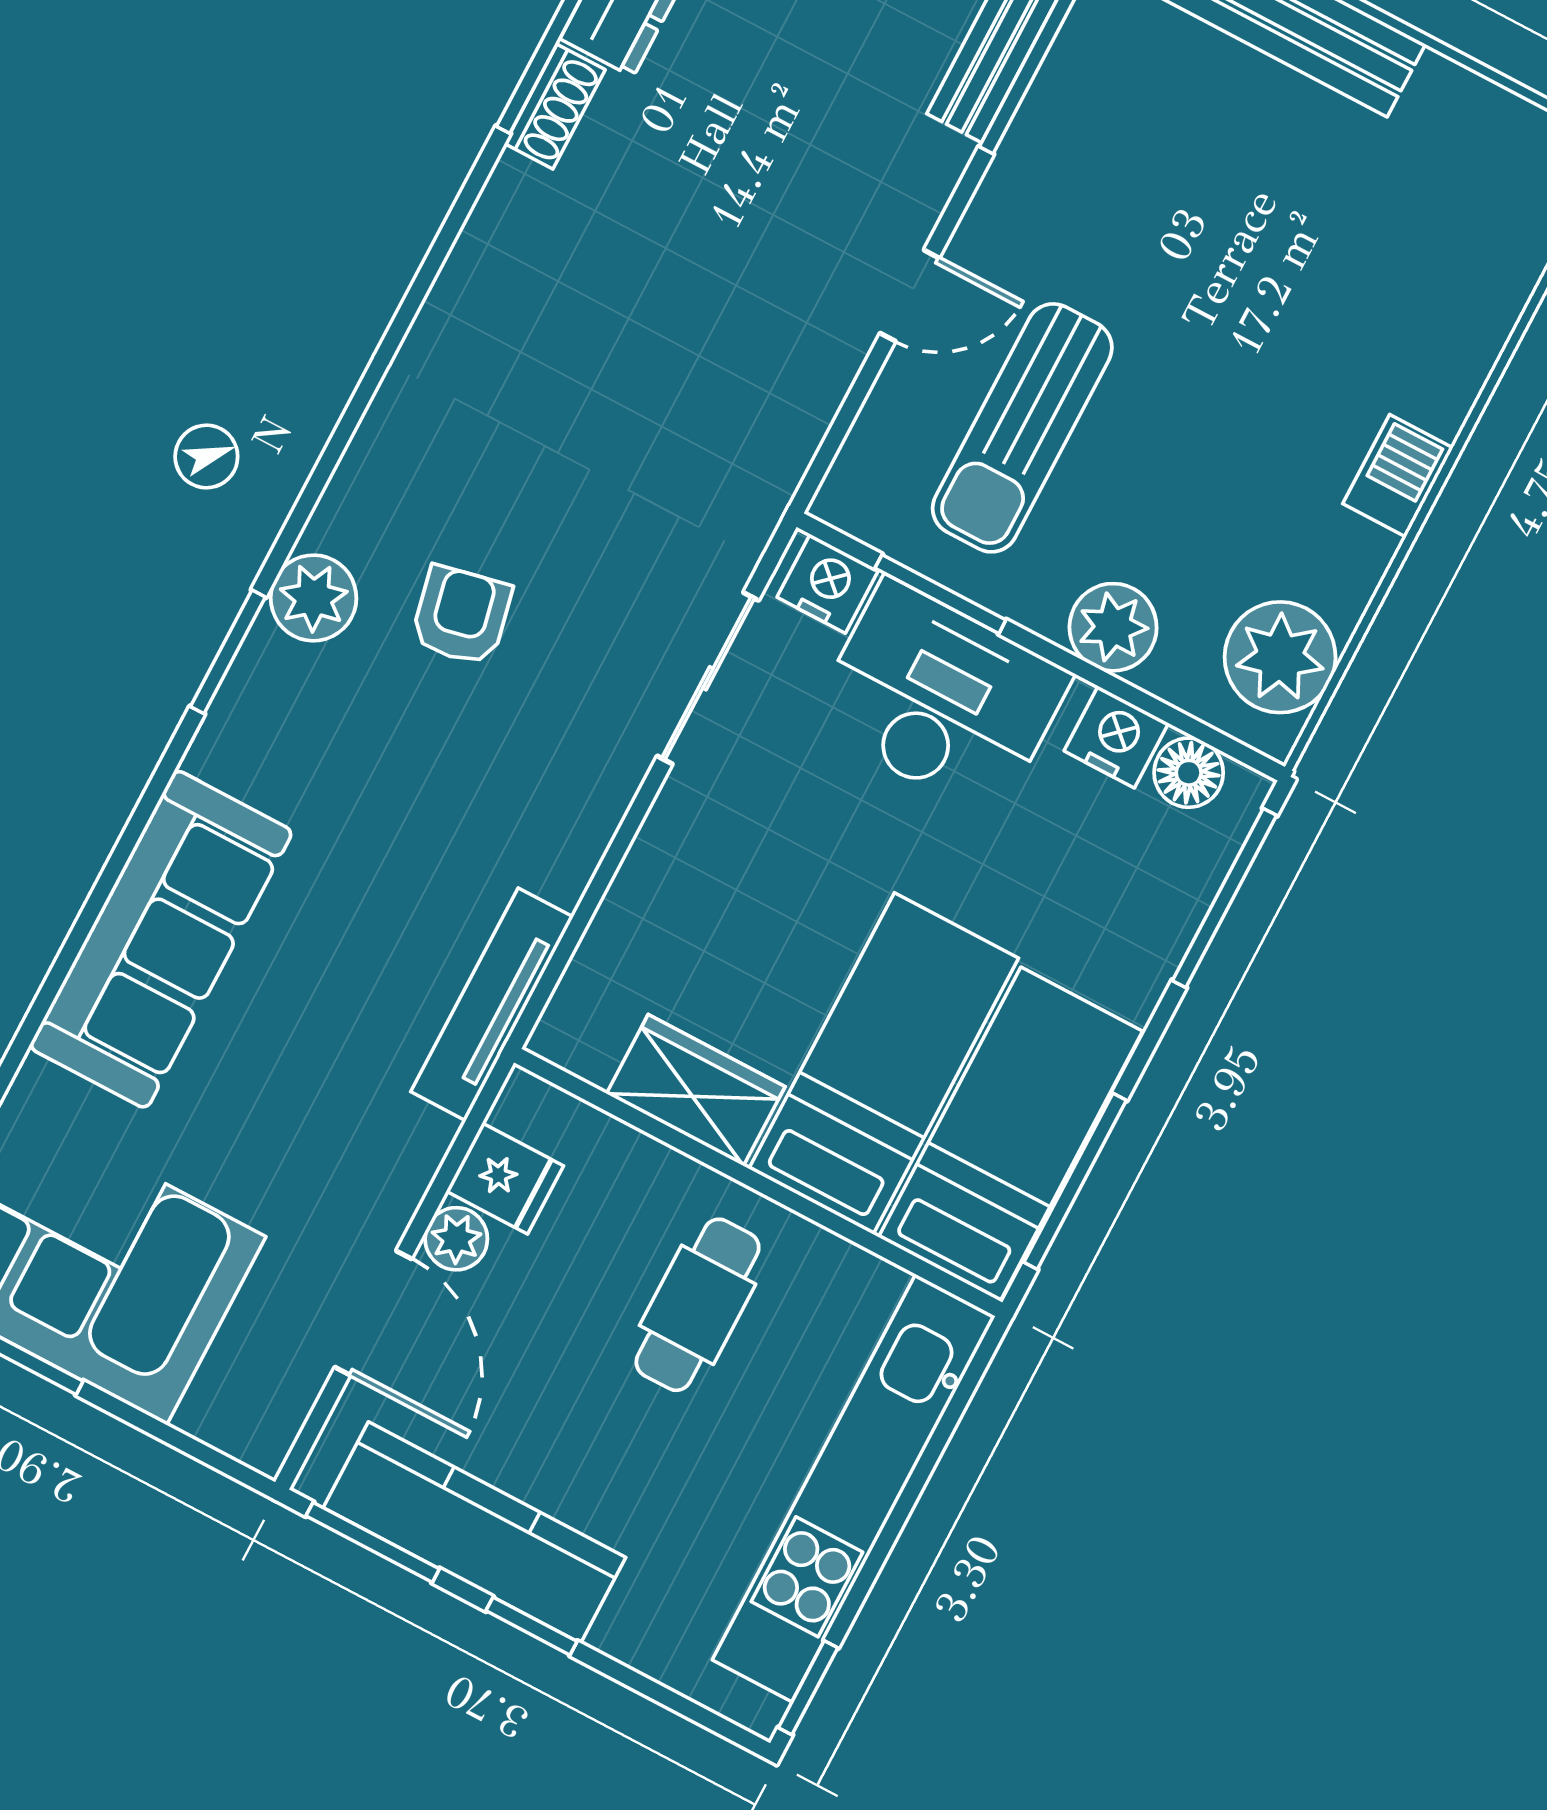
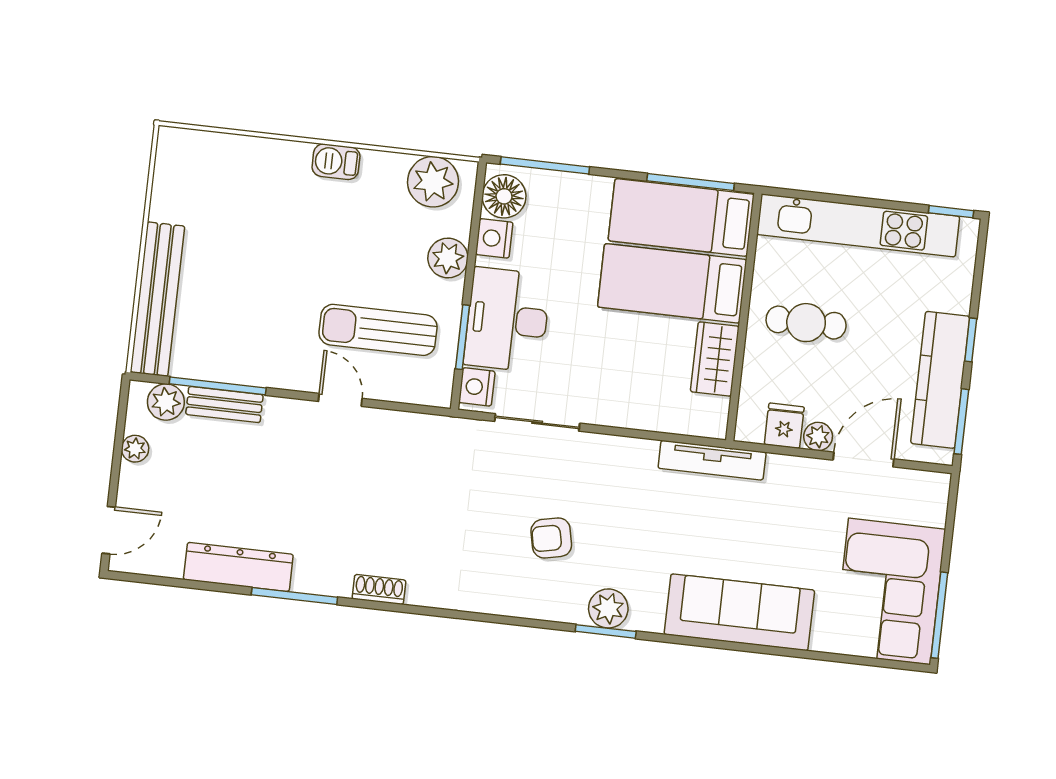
shoe rack: (555, 107) -> (379, 589), moved
sun lounger: (1022, 428) -> (378, 330), turned 180
plant: (314, 598) -> (608, 608), moved
floor lamp: (1189, 773) -> (504, 196), width x1.38, depth x1.38

